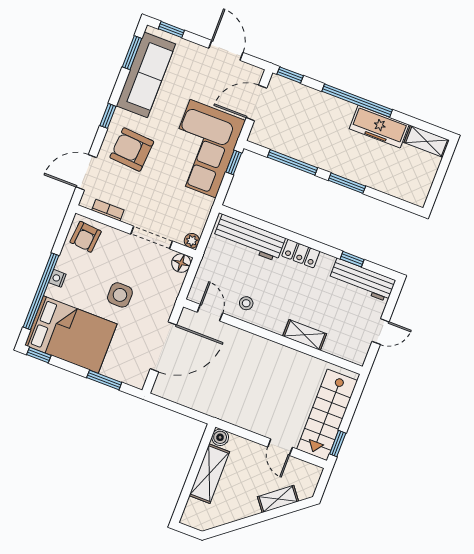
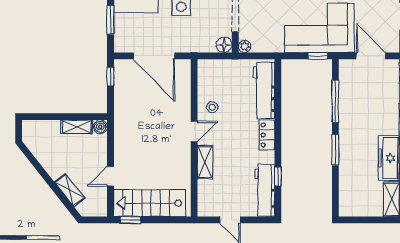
door: (210, 313) -> (194, 131), moved
window: (168, 404) -> (111, 77), added
shelving: (209, 474) -> (77, 127), width x0.67, depth x0.75

